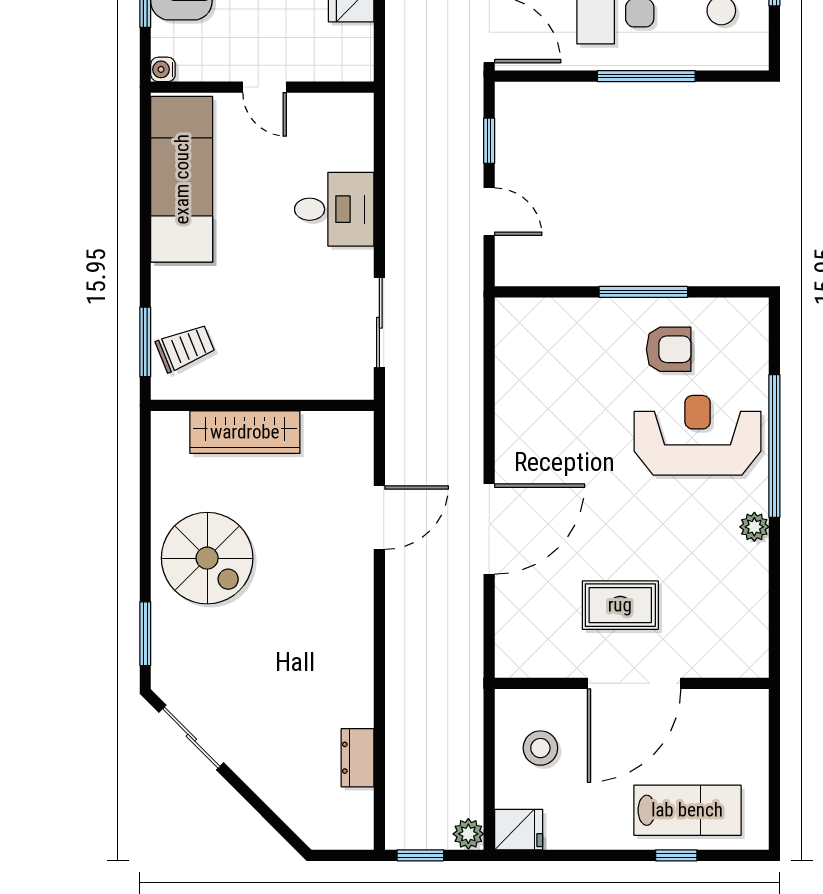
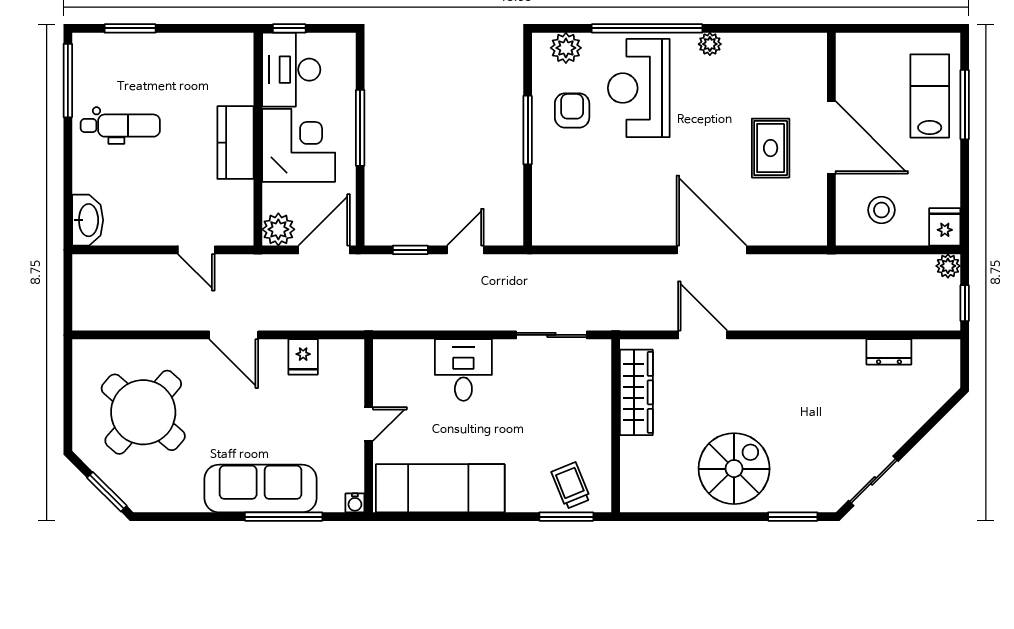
plant: (749, 341) -> (566, 48), added
wardrobe: (245, 432) -> (636, 392), moved
window: (676, 855) -> (965, 105), width x2.17

